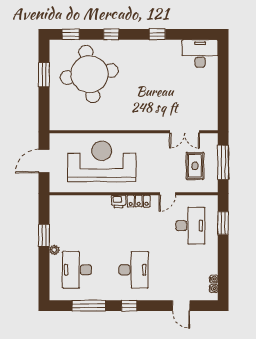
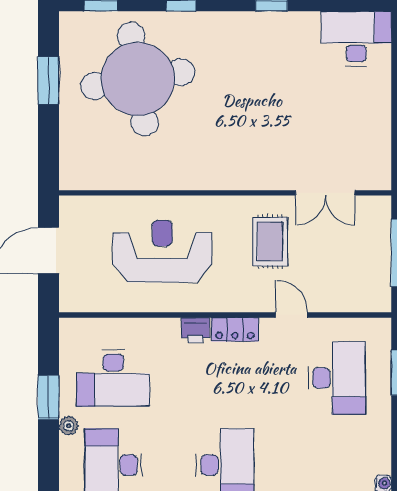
reception desk: (102, 161) -> (162, 251), width x0.74, depth x0.77
rug: (195, 166) -> (270, 241), moved
door: (167, 194) -> (292, 315), swing flipped
desk: (77, 226) -> (113, 378), added

